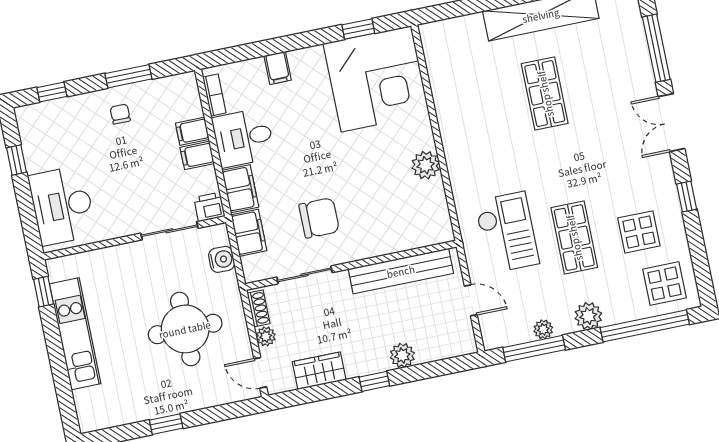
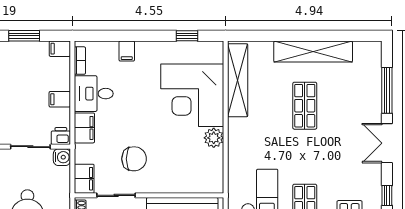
shelving: (443, 77) -> (238, 80), added
corner desk: (376, 79) -> (192, 95), moved, turned 90
chair: (120, 114) -> (13, 60), removed
filing cabinet: (192, 131) -> (60, 49), moved
filing cabinet: (249, 233) -> (84, 179), moved
water cooler: (222, 259) -> (62, 157), moved

